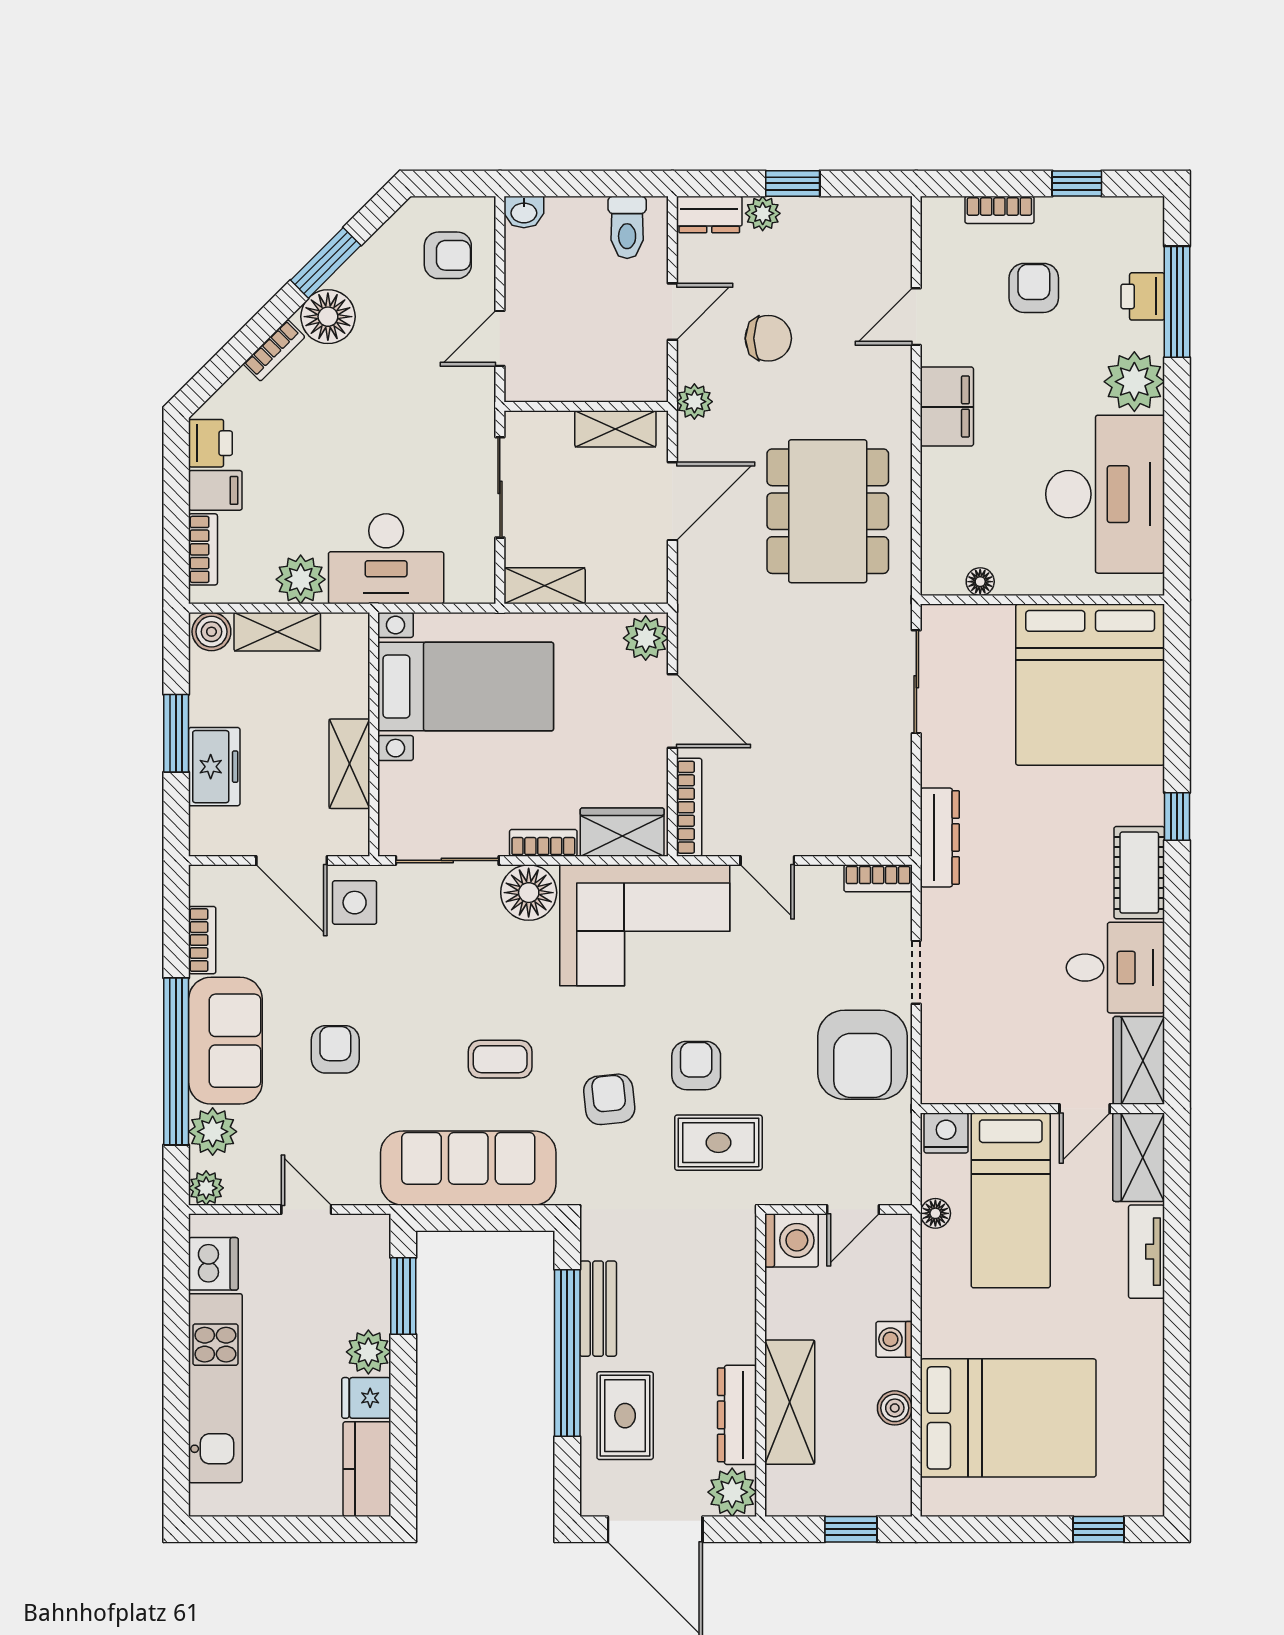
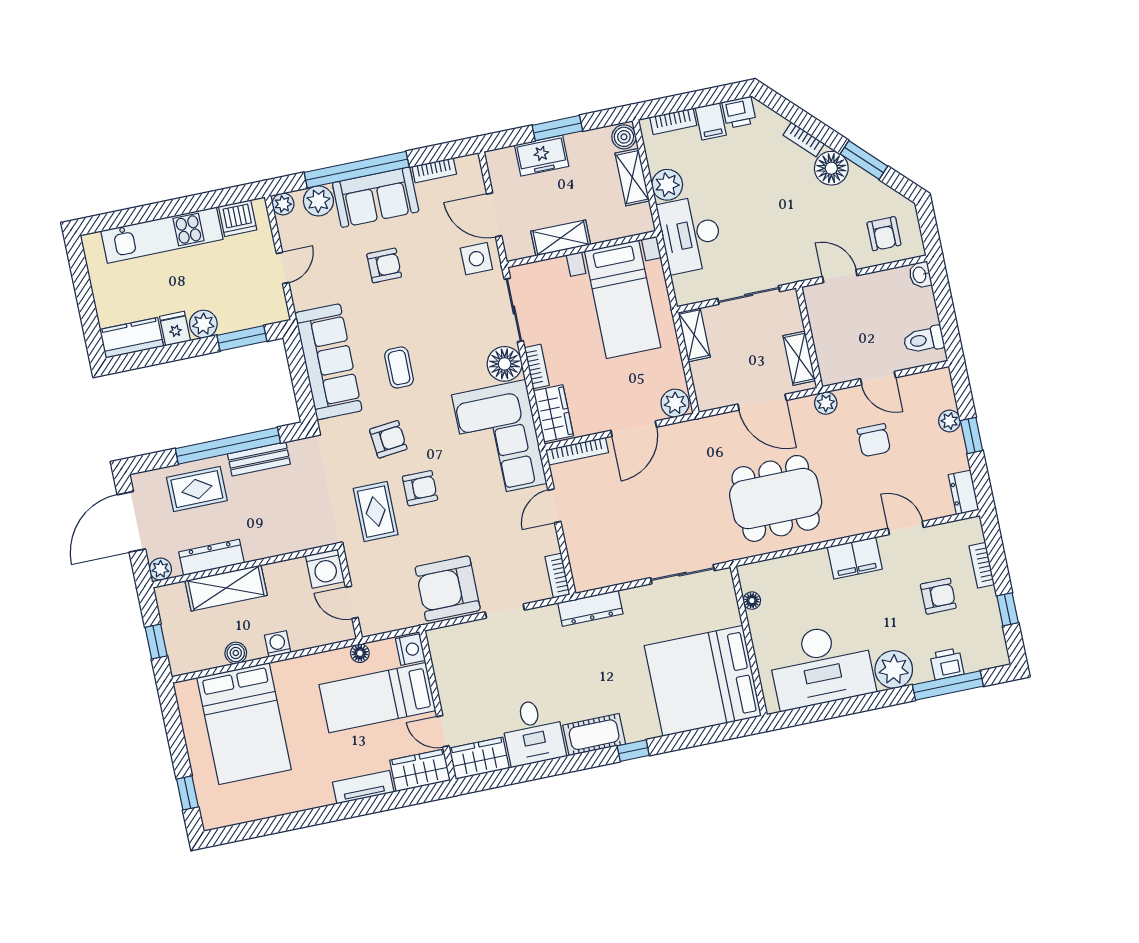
dresser: (709, 214) -> (964, 492), moved
door: (292, 860) -> (494, 215), hinge flipped
plant: (732, 1492) -> (160, 569), width x0.73, depth x0.73

